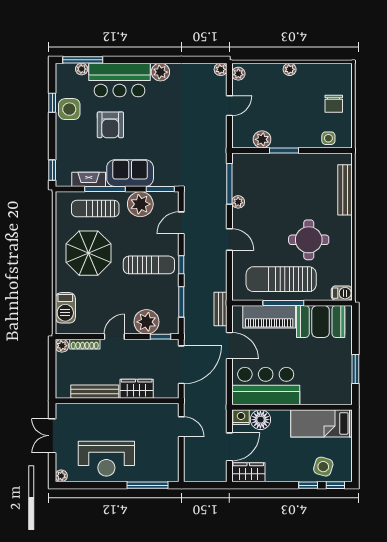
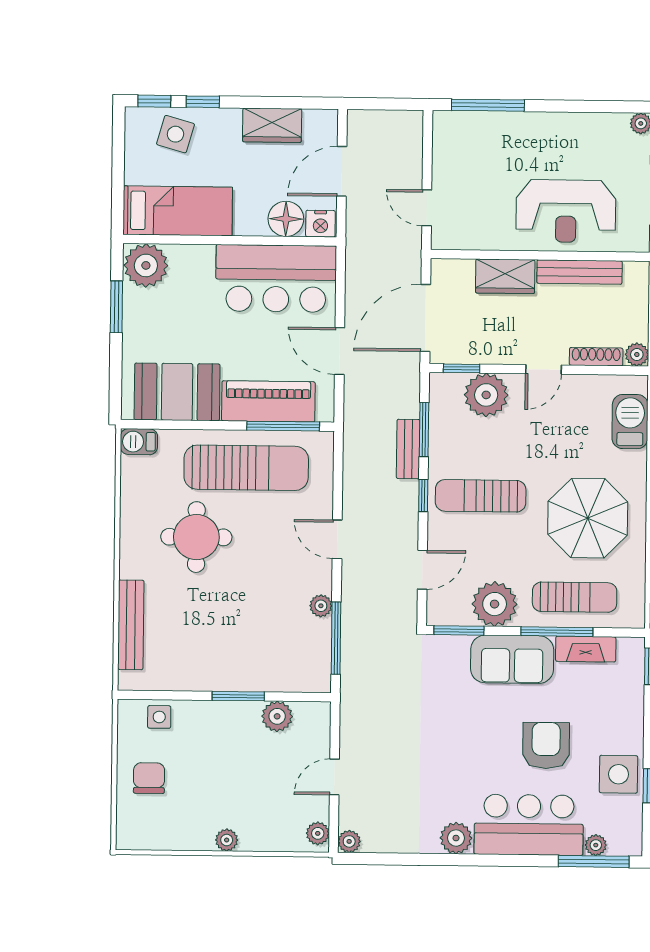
window: (283, 303) -> (283, 426), moved
bench: (221, 309) -> (408, 449), moved
plant: (339, 392) -> (146, 265), added
reception desk: (106, 459) -> (566, 211), moved, turned 180
wardrobe: (248, 472) -> (272, 125), moved

